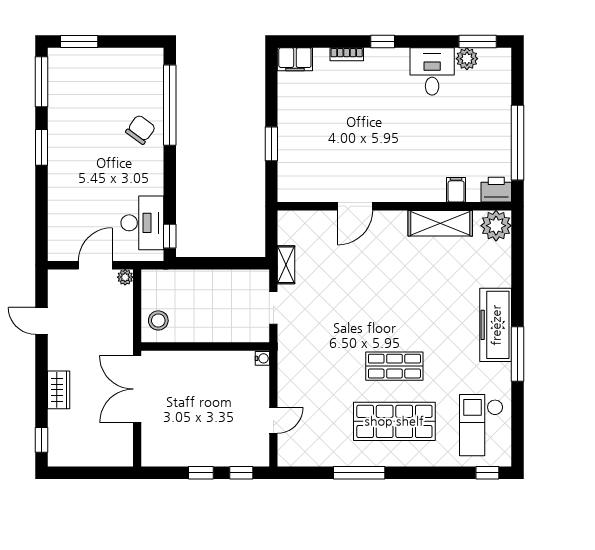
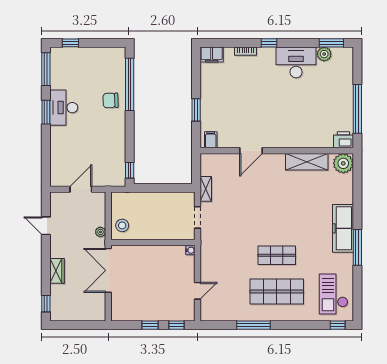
window: (79, 41) -> (70, 43), width x0.67
desk: (432, 71) -> (296, 62), width x1.37
chair: (141, 130) -> (111, 100), turned -128
filing cabinet: (456, 190) -> (211, 140), moved
desk: (142, 223) -> (64, 108), moved, turned 180
plant: (125, 277) -> (100, 232), moved

